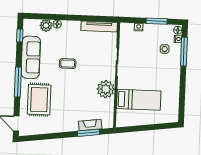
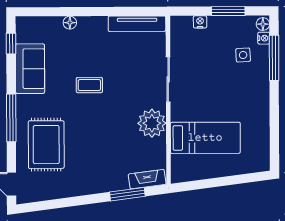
plant: (46, 26) -> (52, 26), removed
sofa: (31, 57) -> (30, 69), width x0.73
fireplace: (90, 125) -> (147, 179), moved

